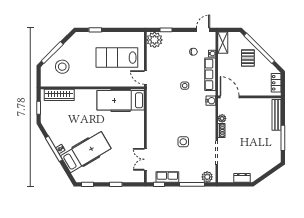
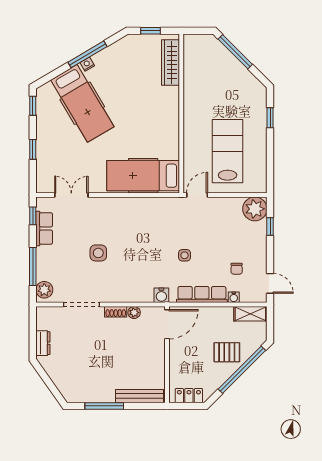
stool: (62, 67) -> (214, 67), removed
hospital bed: (121, 100) -> (143, 176), moved, turned -90

